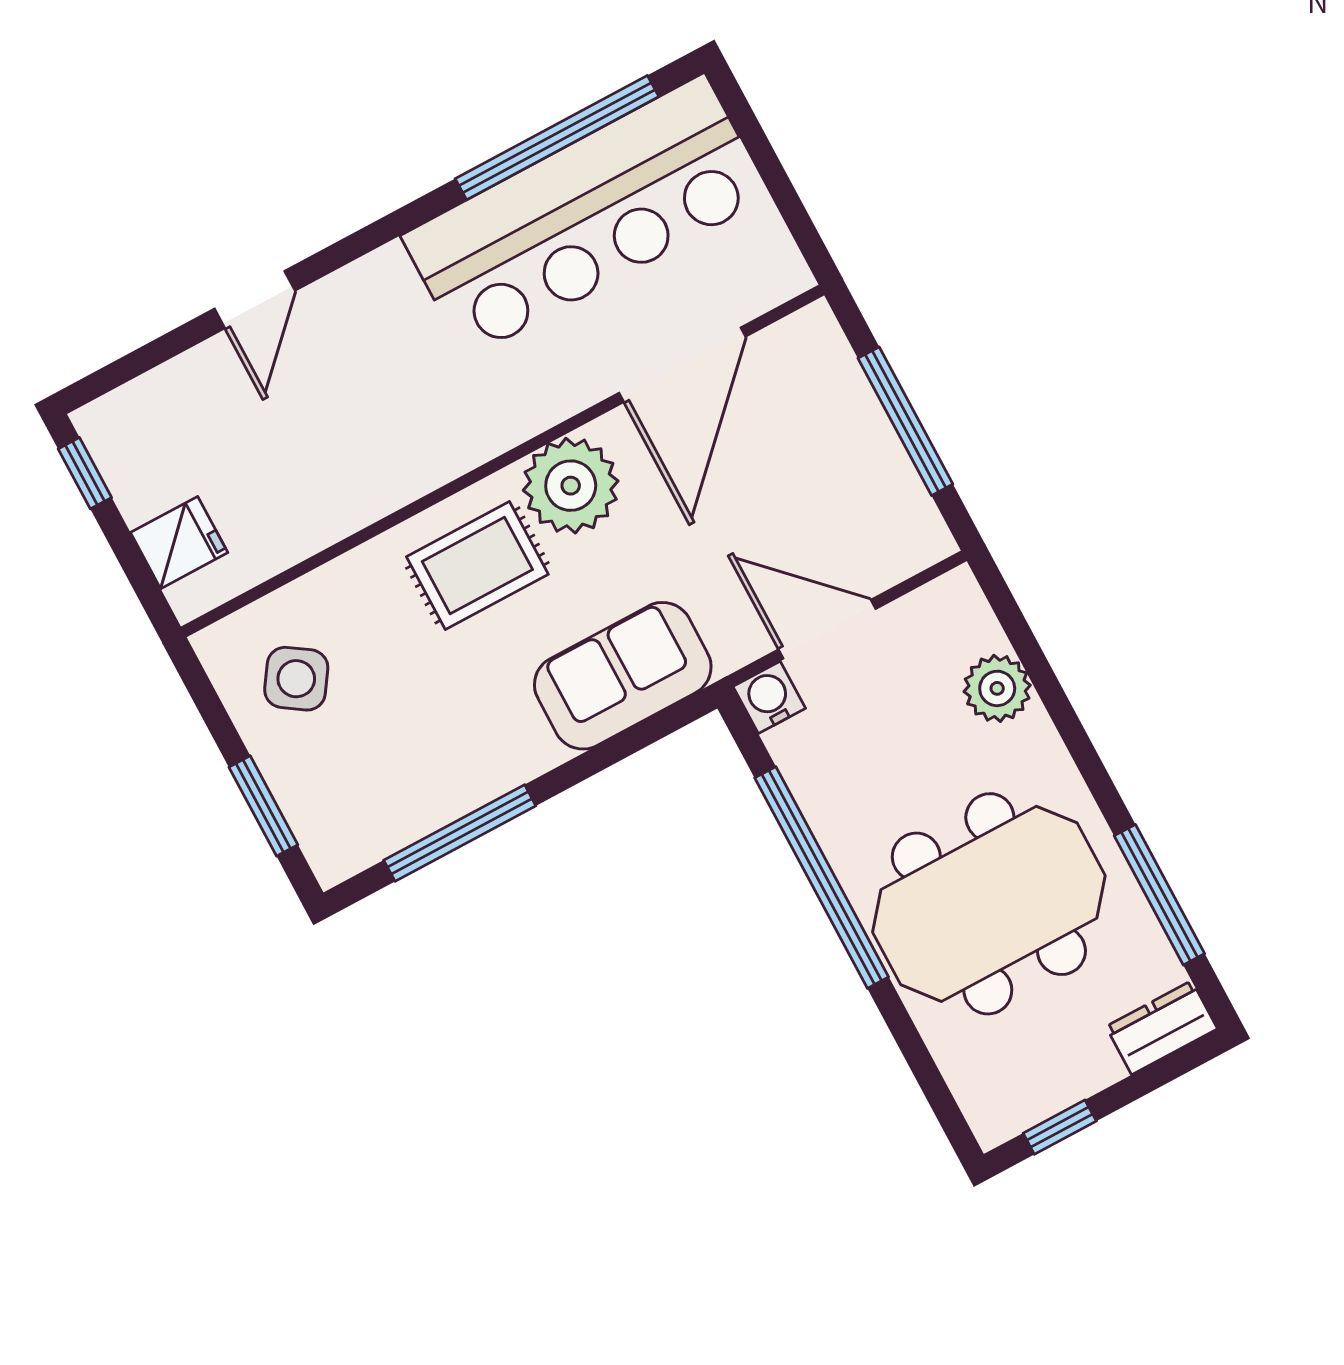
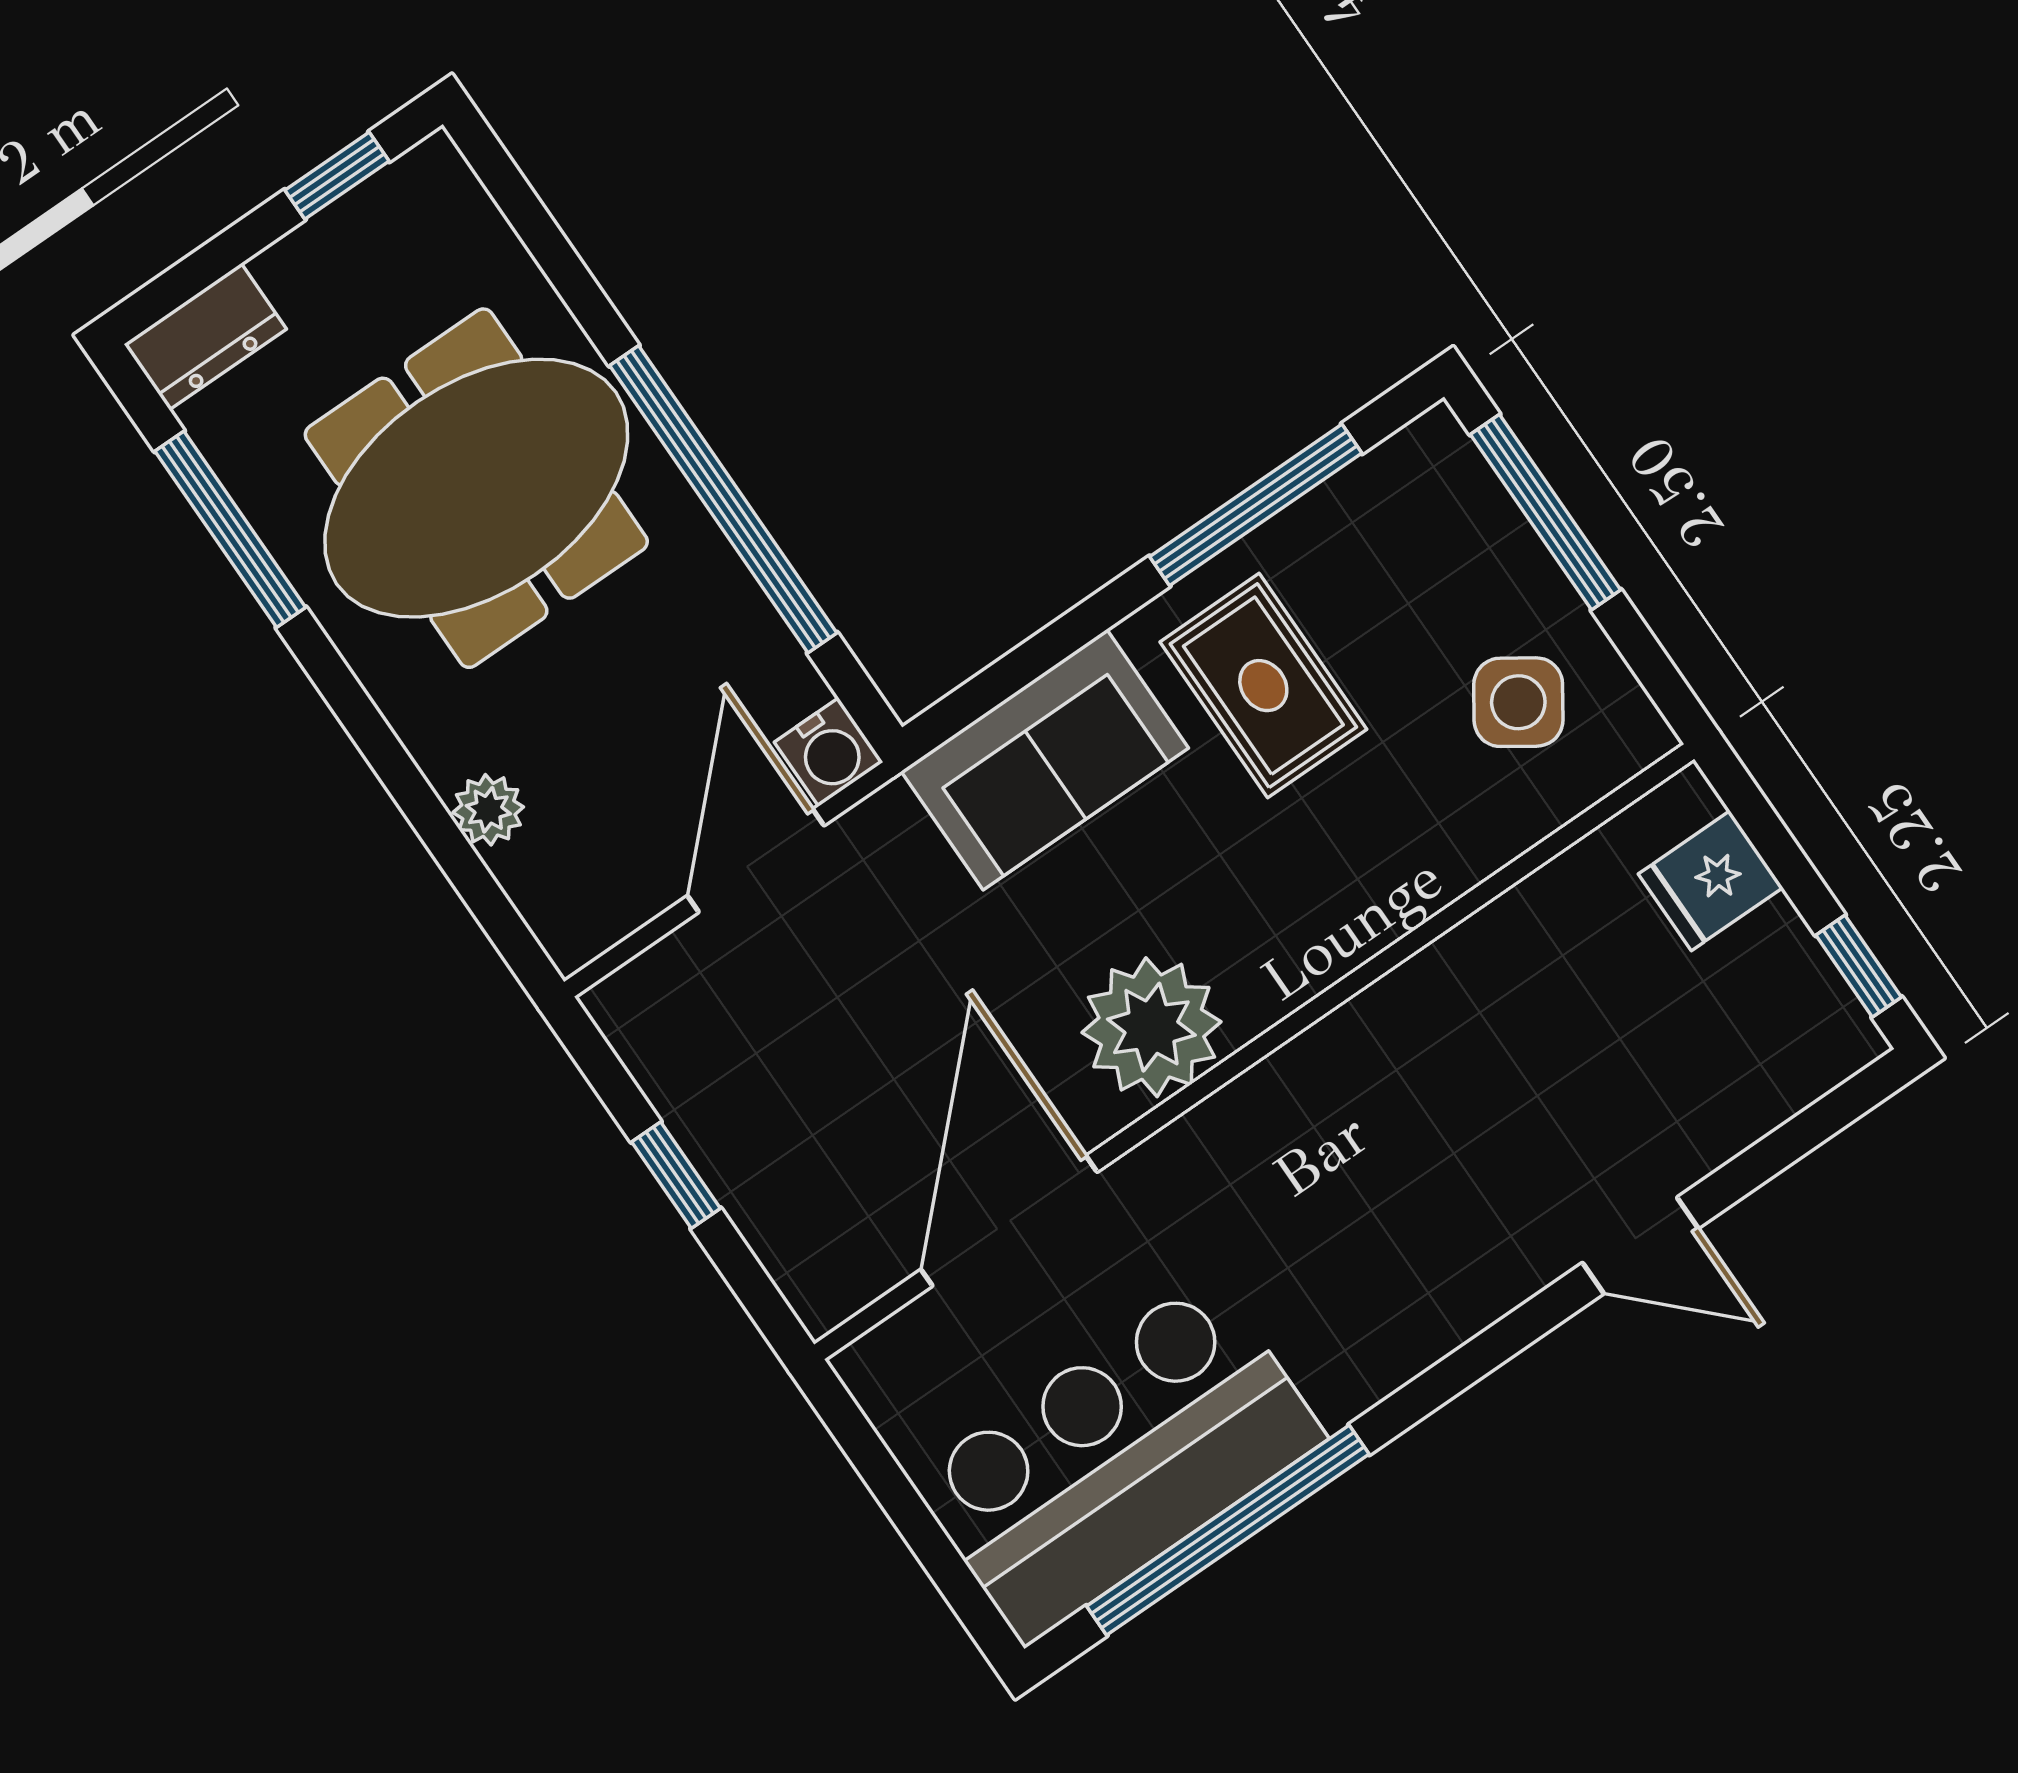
bar counter: (585, 216) -> (1118, 1459), width x0.73
door: (255, 300) -> (1640, 1246), swing flipped
window: (905, 421) -> (676, 1175), width x0.46
rug: (477, 565) -> (1263, 686), moved, turned 90
door: (827, 629) -> (756, 861), swing flipped
plant: (997, 688) -> (488, 810), width x0.73, depth x0.73
window: (263, 806) -> (1545, 512), width x1.44

